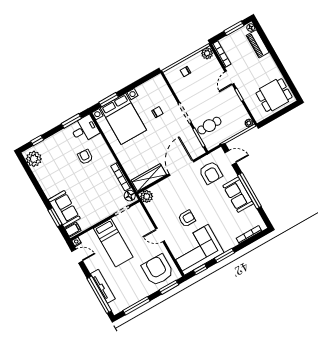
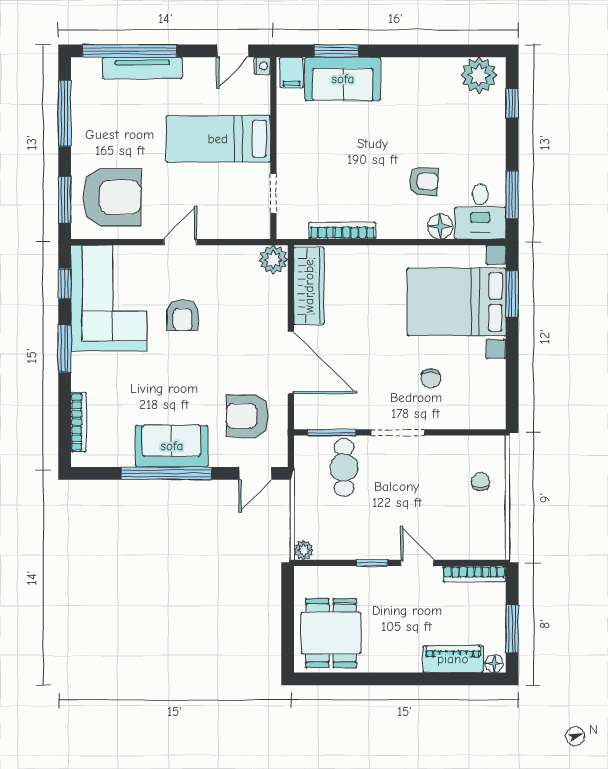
plant: (207, 53) -> (492, 546), removed
floor lamp: (130, 196) -> (440, 226), moved

